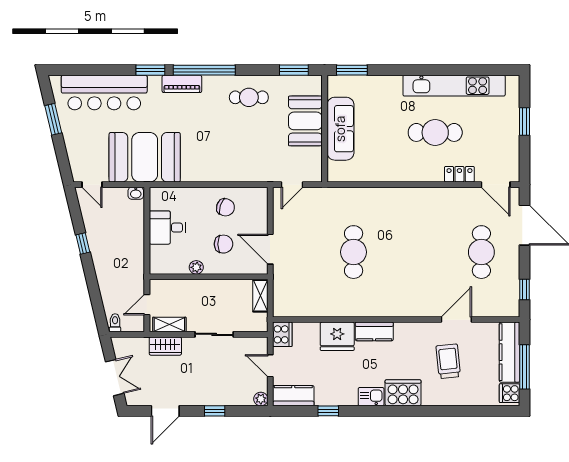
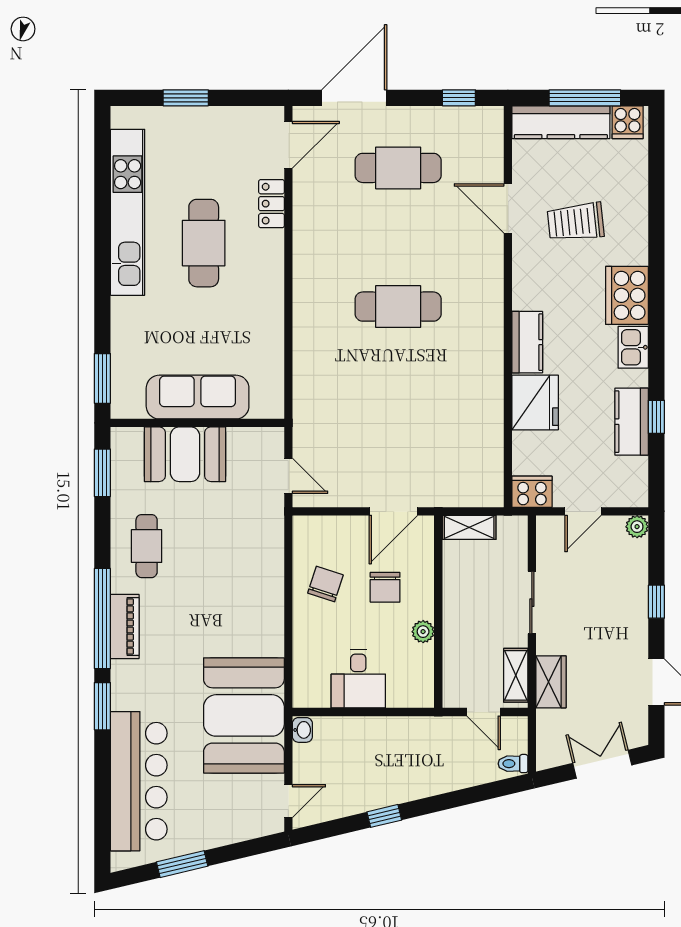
piano: (182, 84) -> (125, 627), moved
chair: (224, 244) -> (385, 587), turned 180
cafe table: (354, 252) -> (398, 307), moved
kitchen counter: (293, 396) -> (632, 422), moved

